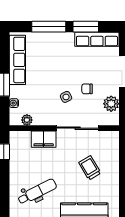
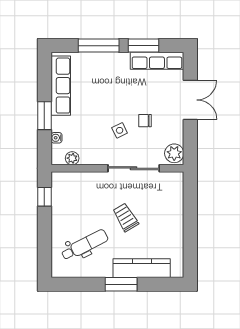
plant: (111, 104) -> (174, 153), moved
filing cabinet: (44, 139) -> (92, 181), removed
trolley: (90, 168) -> (126, 217), moved

